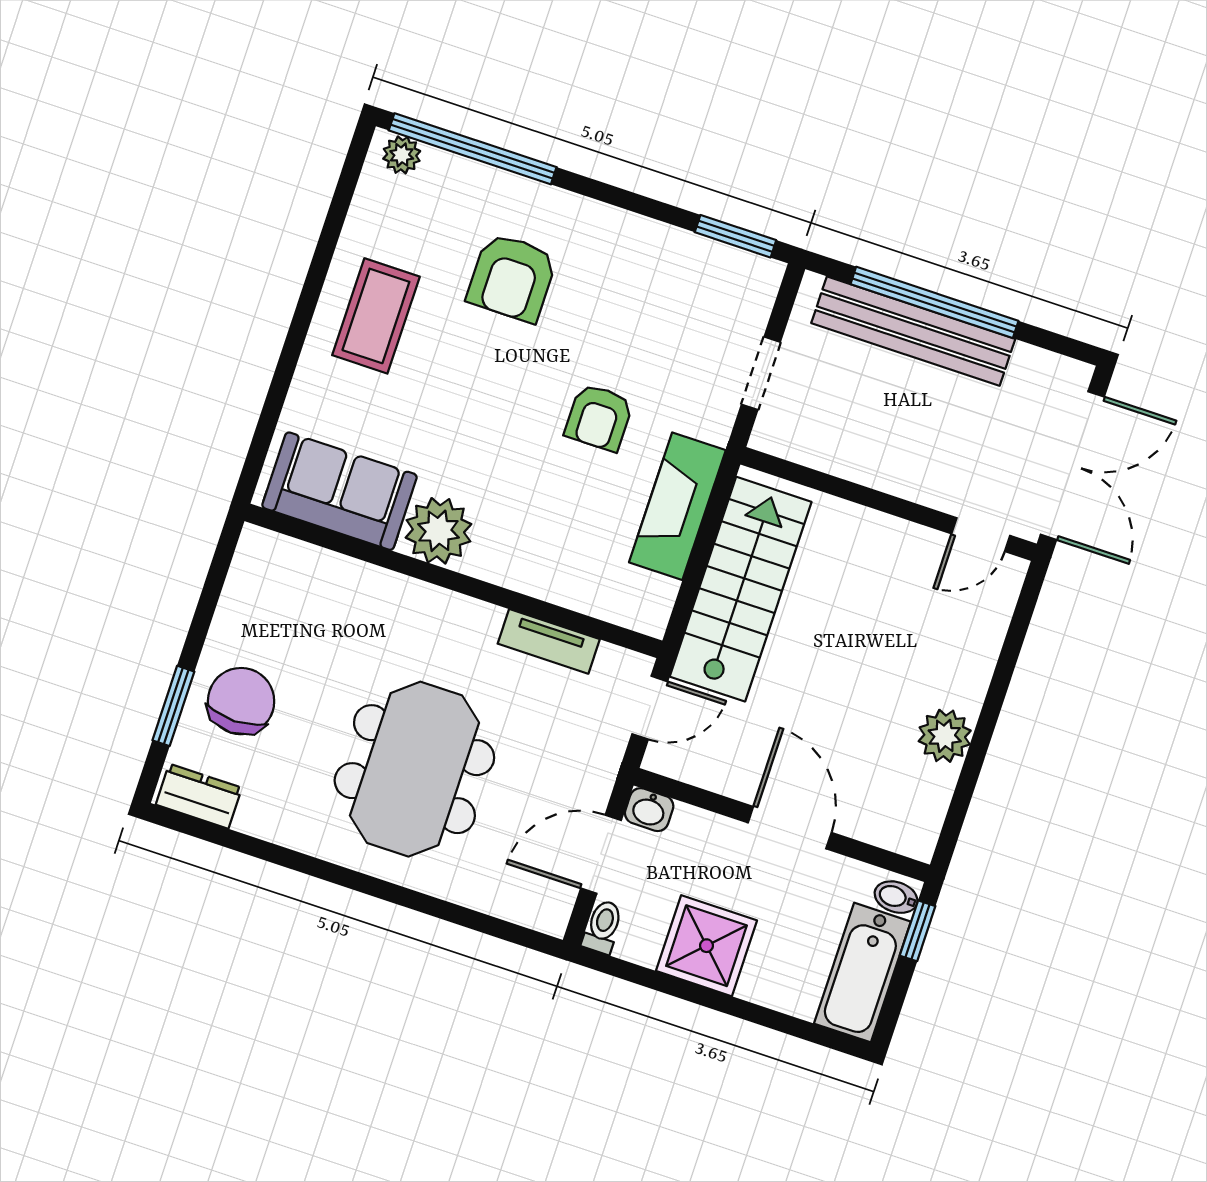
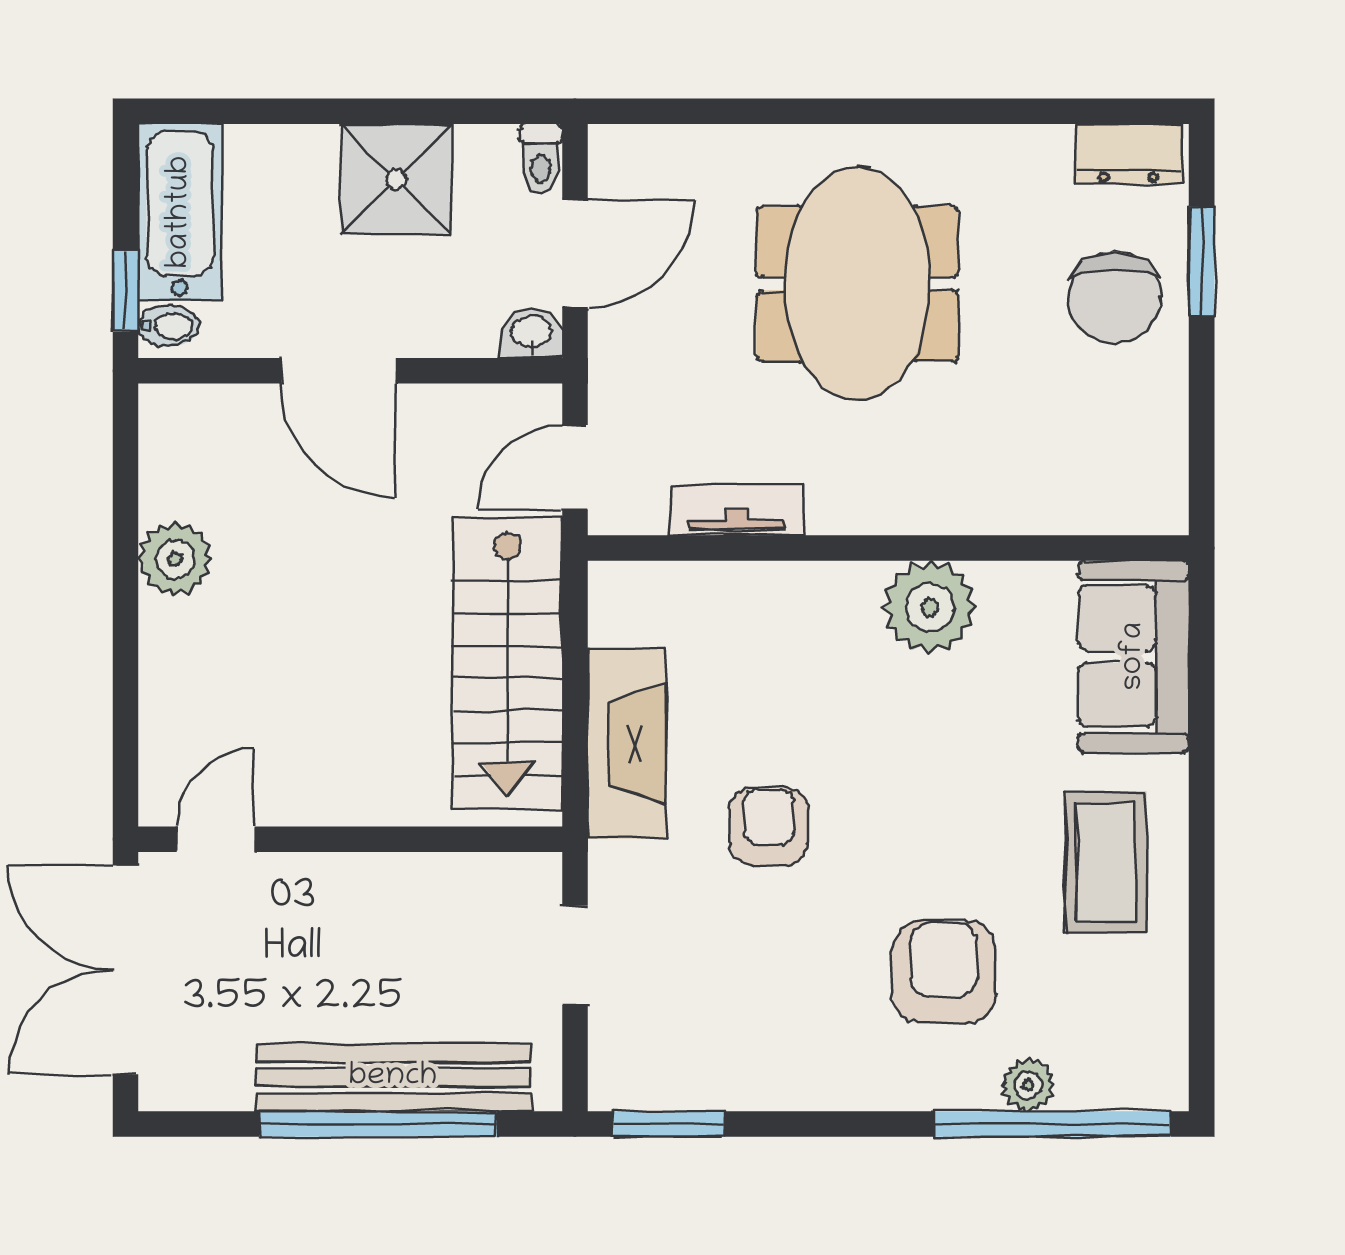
plant: (402, 155) -> (1028, 1085), moved
sofa: (340, 491) -> (1134, 656), moved, turned 90

